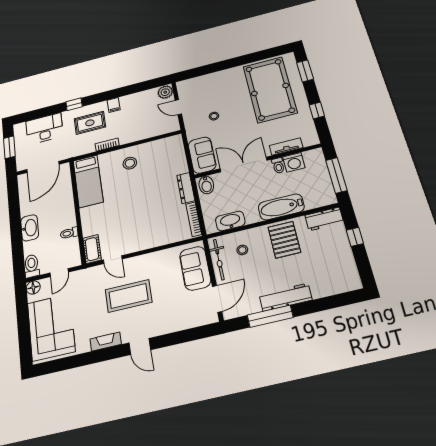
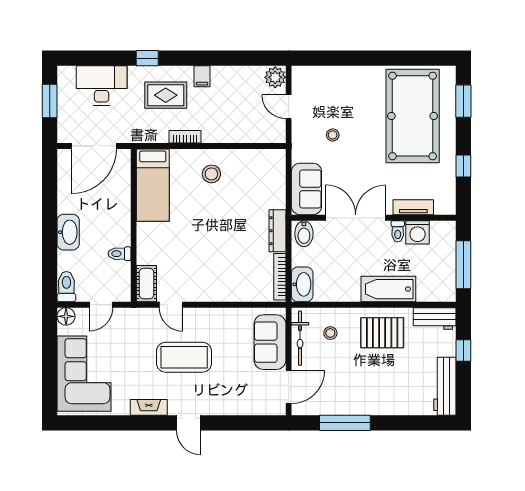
washbasin: (230, 221) -> (302, 284), moved, turned 90
pallet: (284, 240) -> (382, 333), turned 90
workbench: (286, 297) -> (445, 386), moved, turned -90

